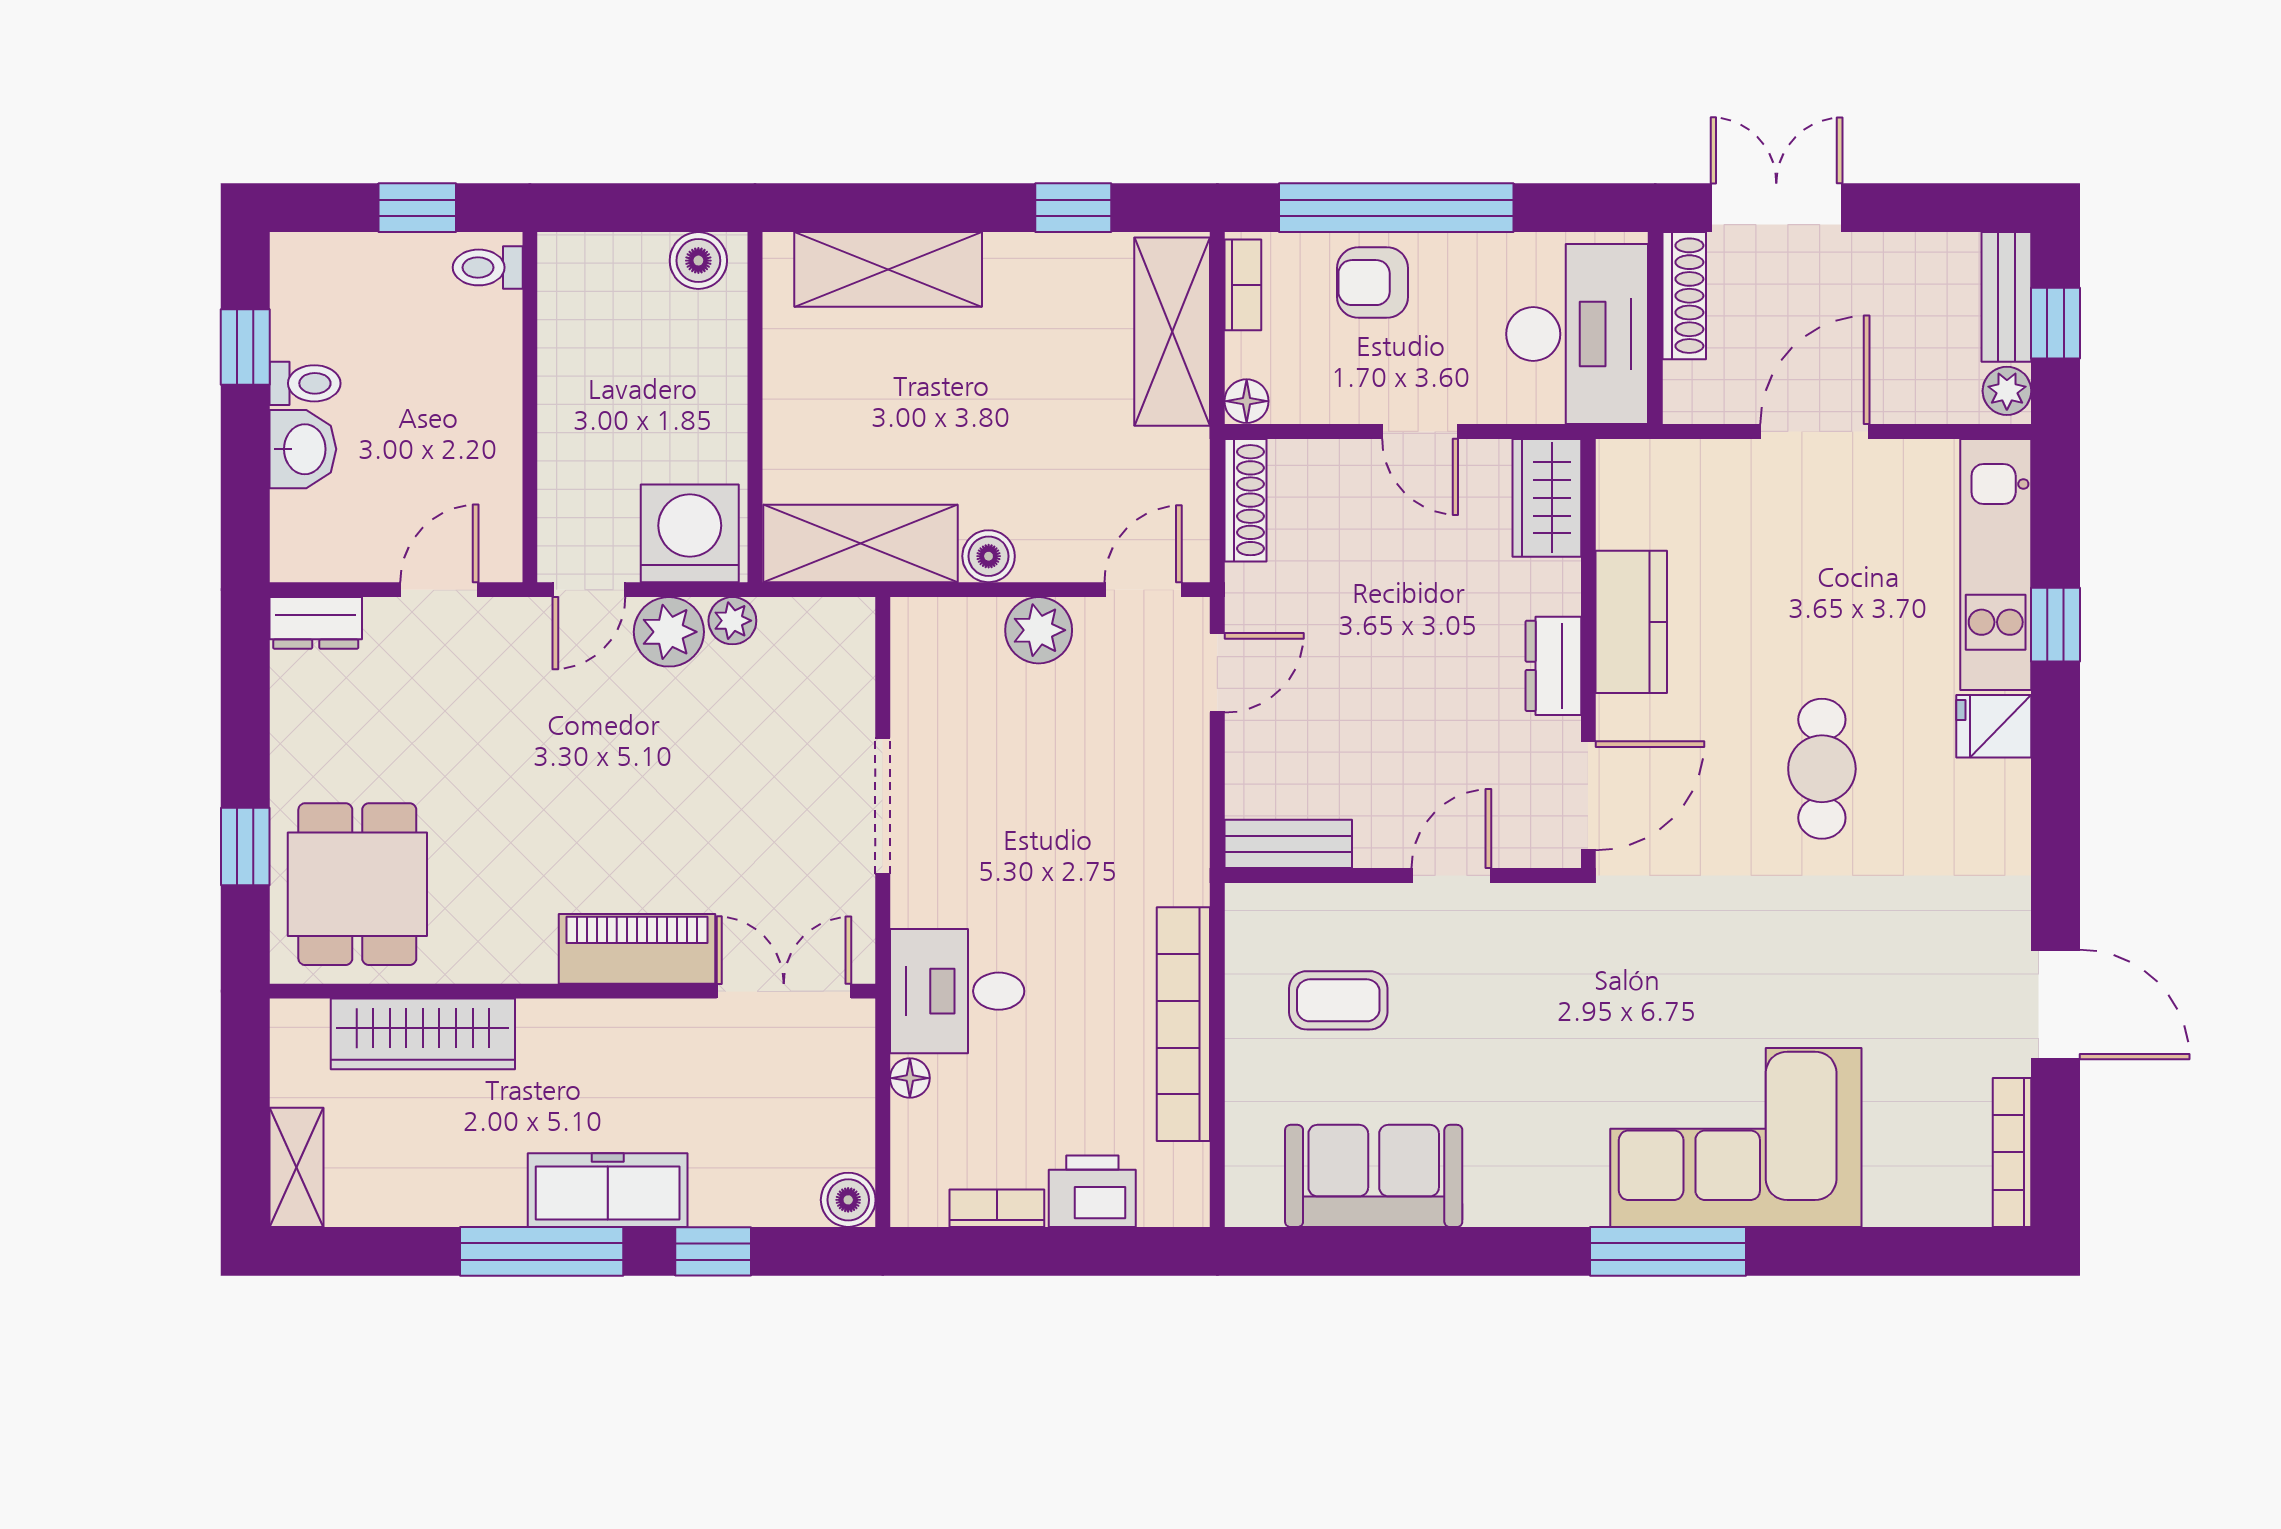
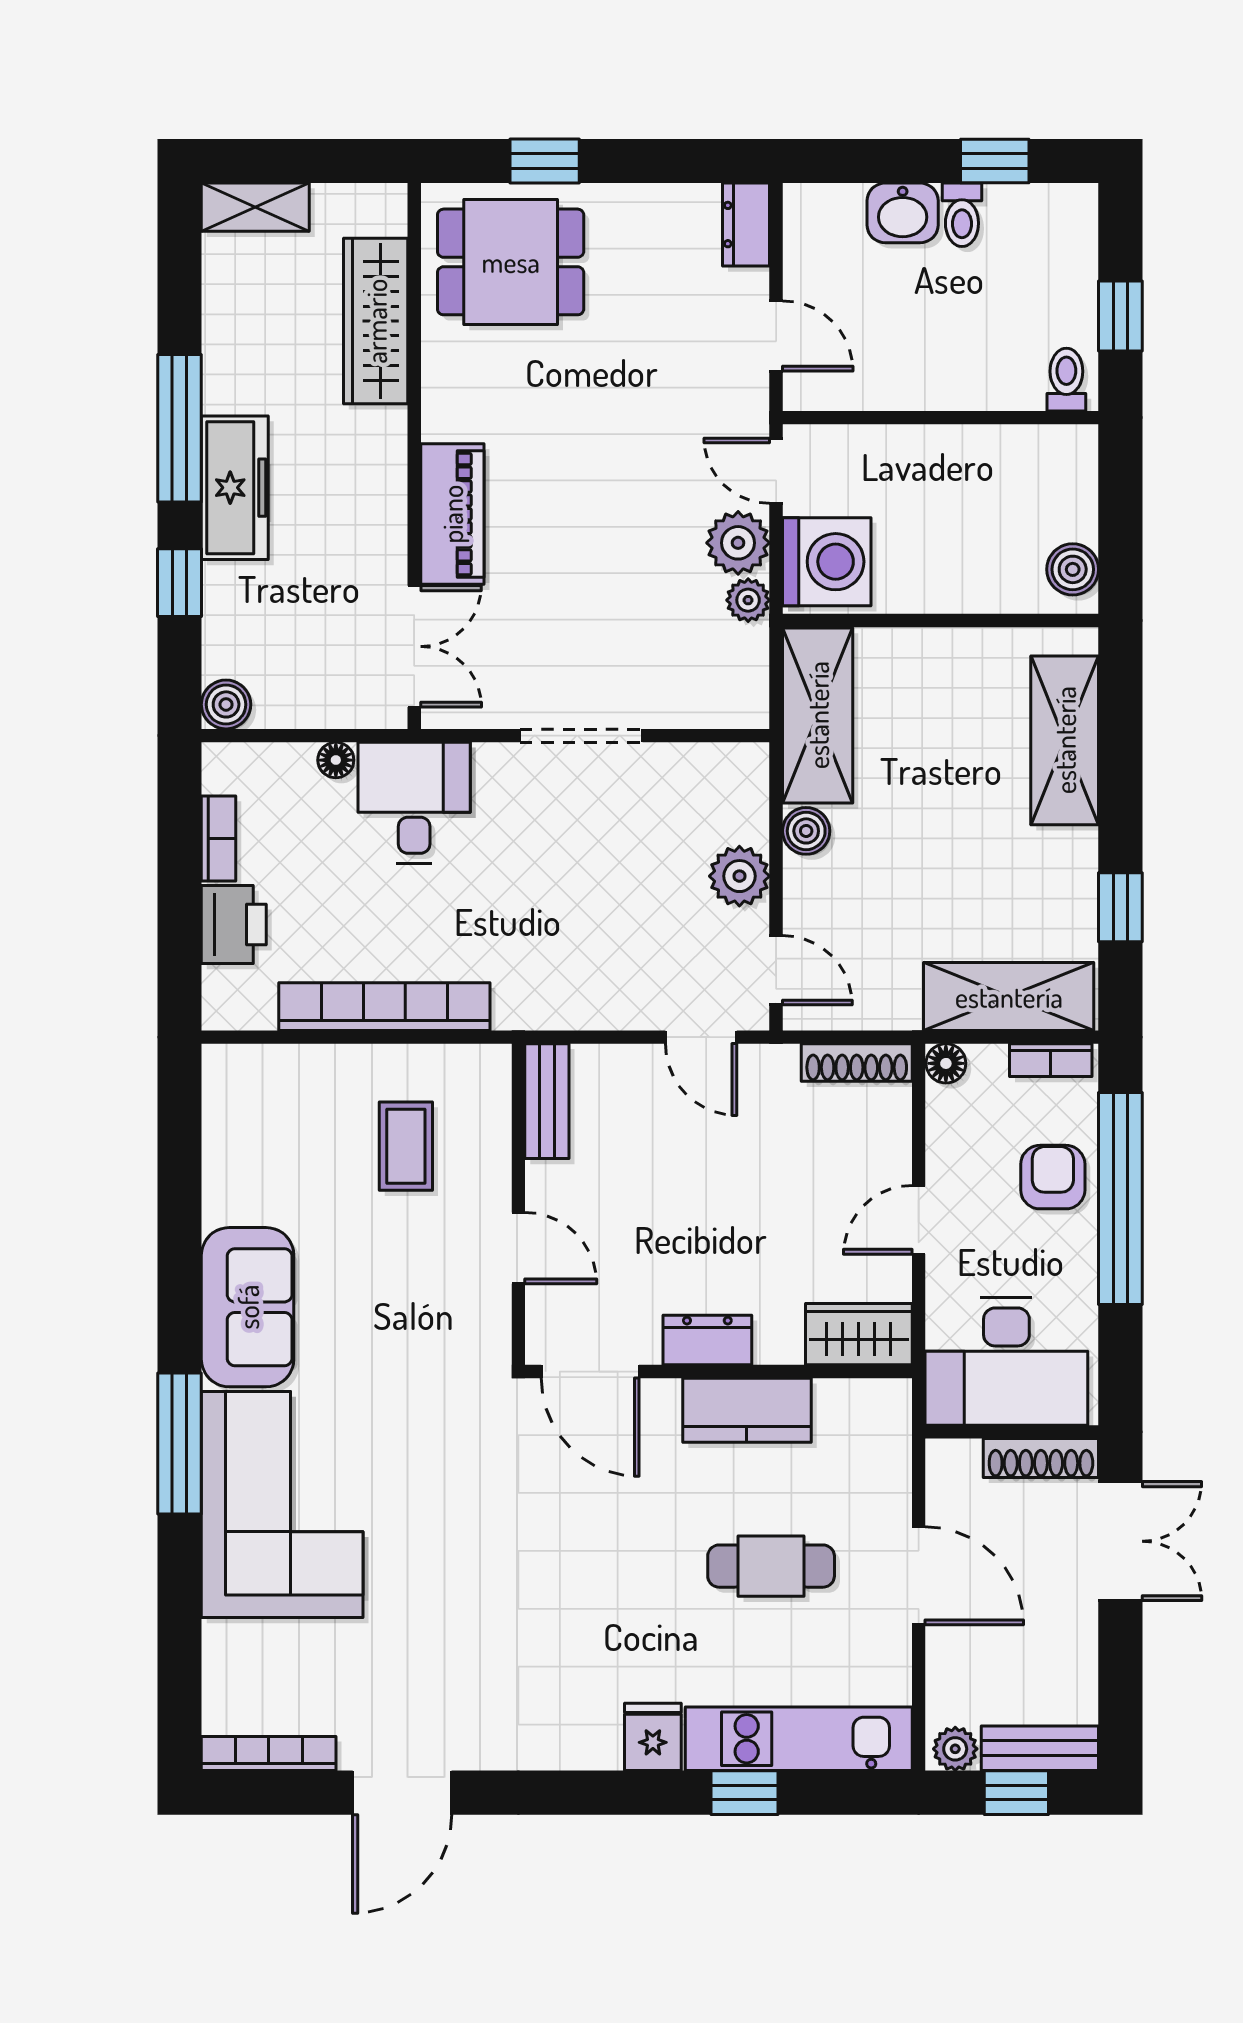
cafe table: (1822, 769) -> (771, 1566), moved
sofa: (1374, 1176) -> (248, 1307), moved

